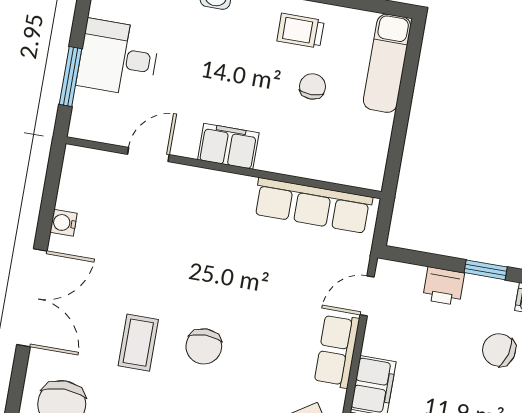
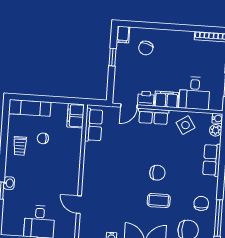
filing cabinet: (228, 146) -> (76, 116), moved
row of seats: (313, 206) -> (94, 125), width x0.68
printer: (444, 286) -> (146, 99), moved, turned -90
door: (367, 296) -> (129, 106), hinge flipped

